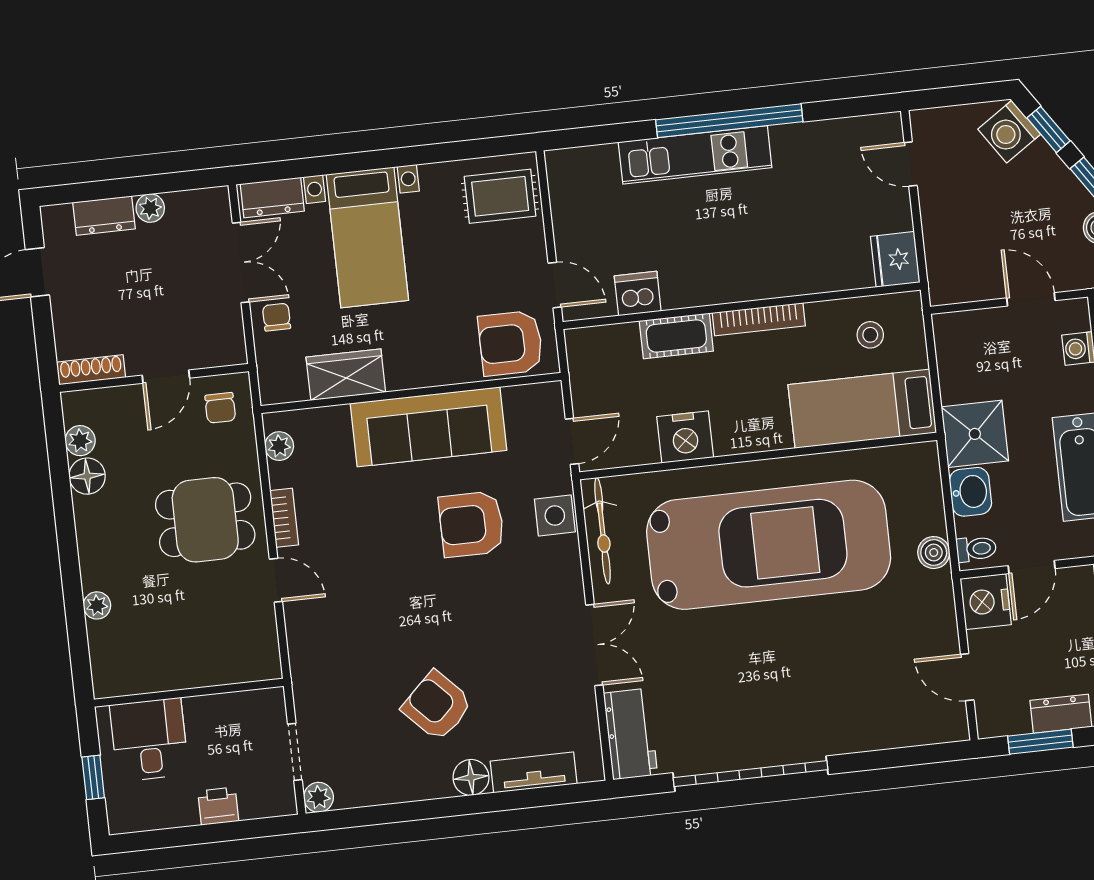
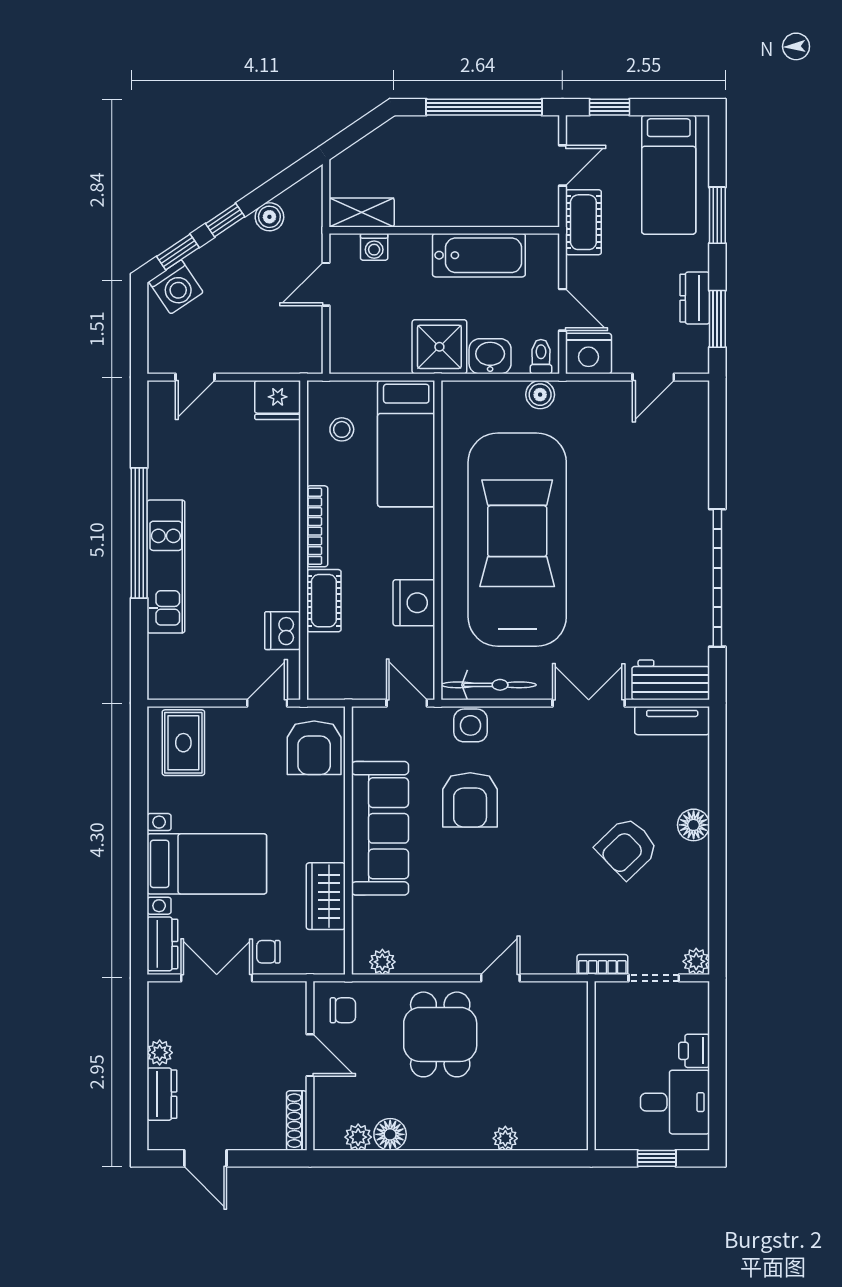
bookcase: (284, 518) -> (602, 965), moved
desk: (149, 740) -> (675, 1102), moved, turned 180
tv unit: (534, 772) -> (672, 721), moved, turned -90

